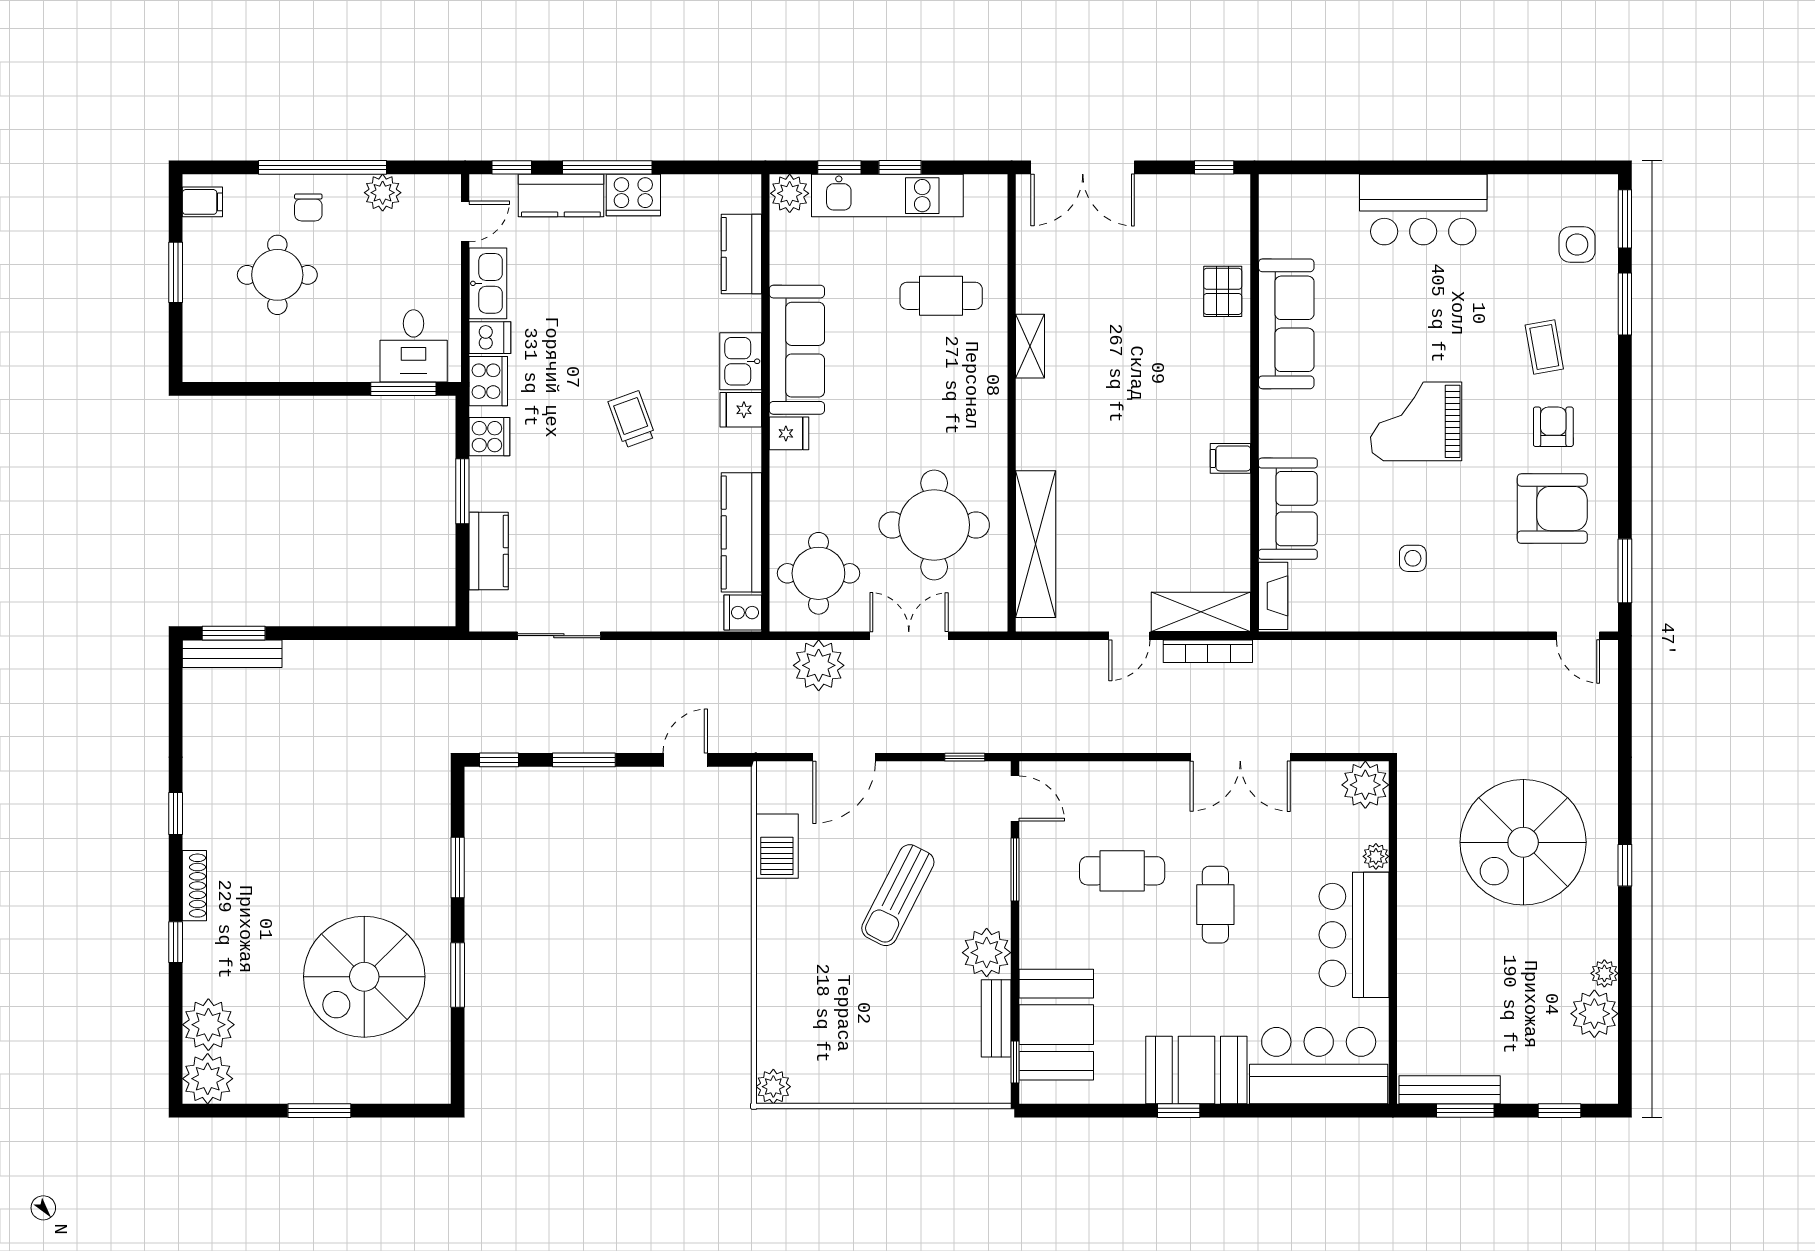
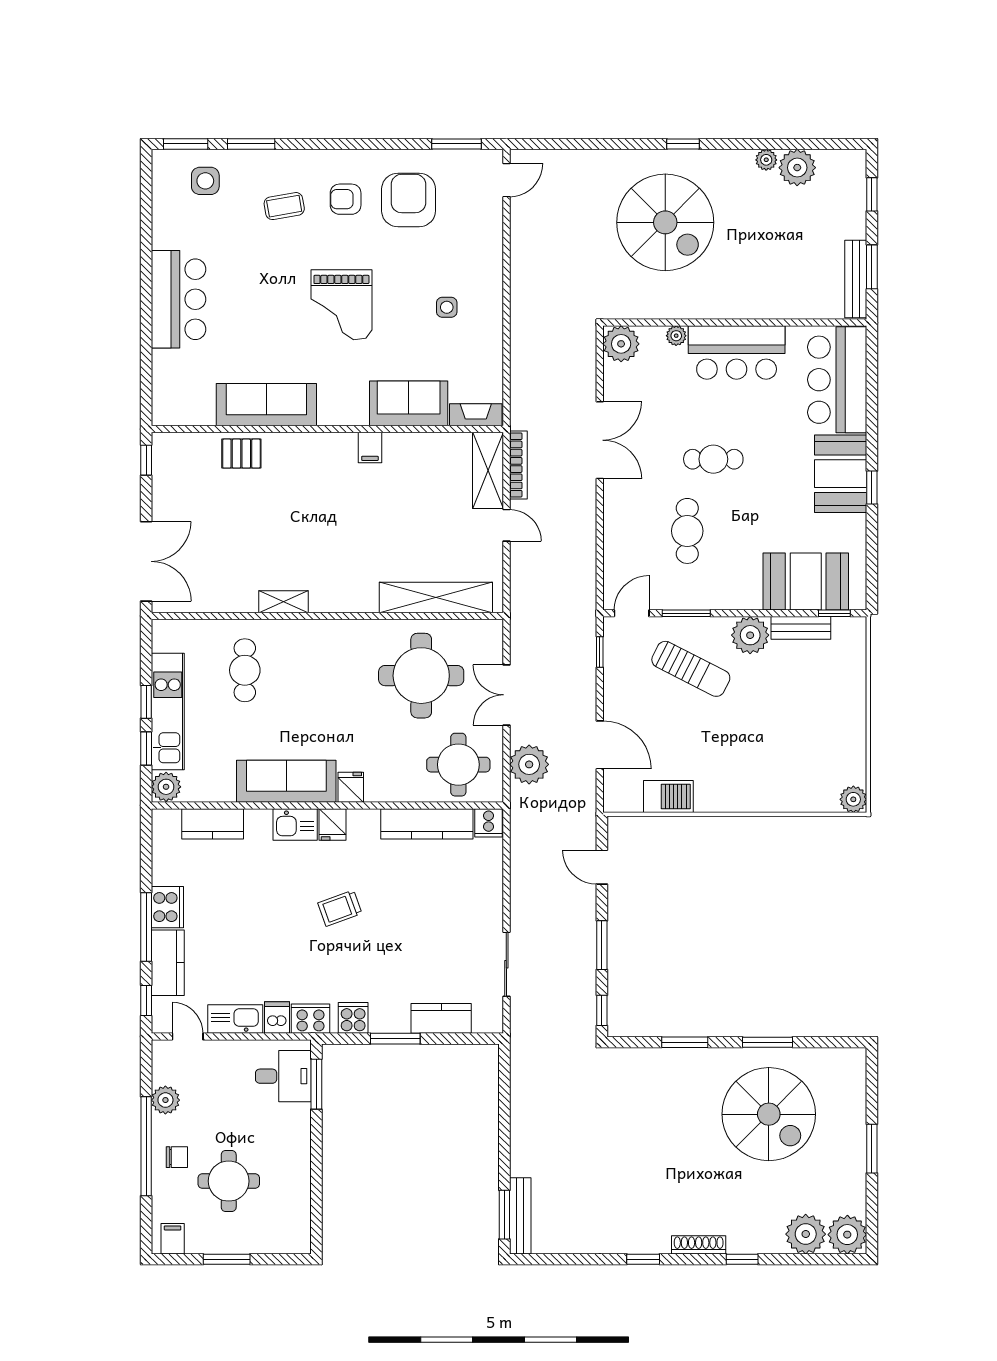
sun lounger: (898, 895) -> (691, 669), moved

